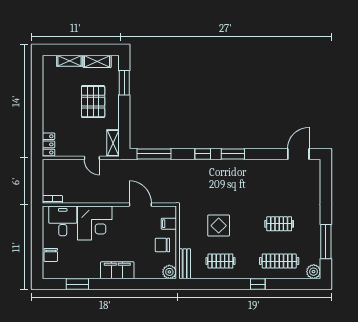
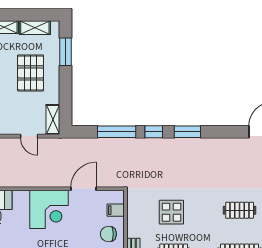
window: (154, 154) -> (117, 132), moved
door: (140, 205) -> (84, 189), hinge flipped
corner desk: (95, 223) -> (49, 209), moved

